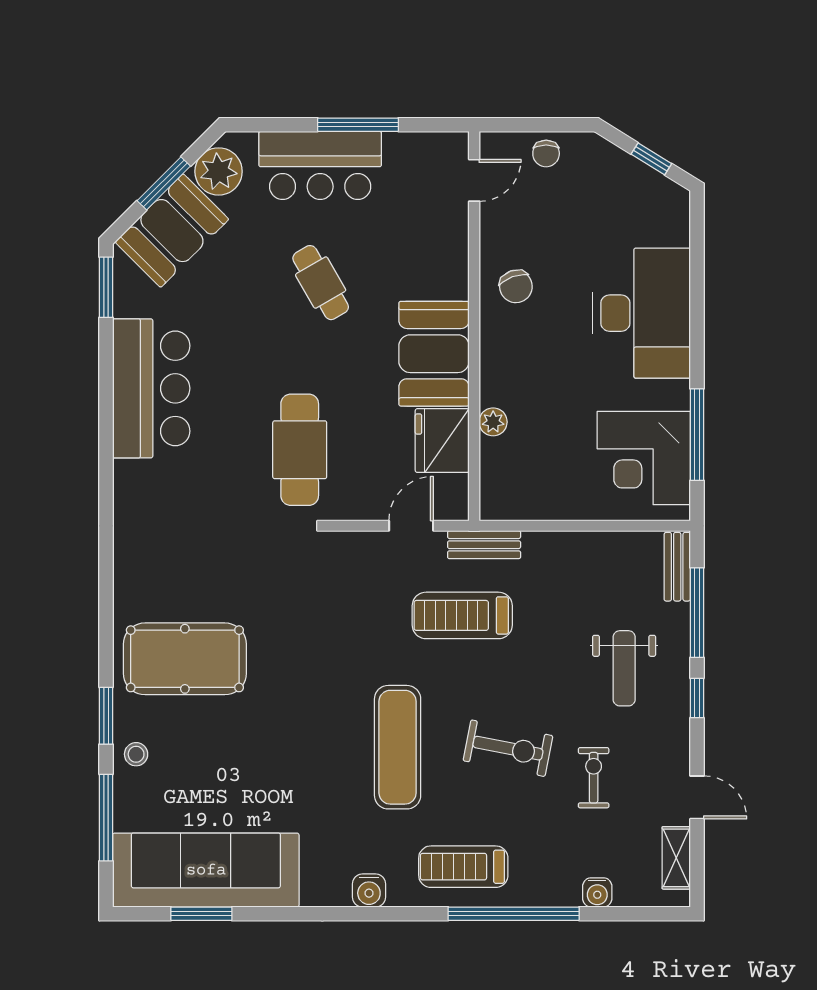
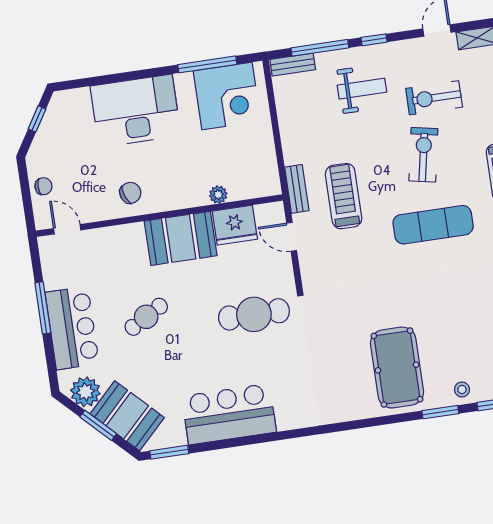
treadmill: (462, 615) -> (344, 196), turned 180
exercise bike: (594, 778) -> (434, 98), width x1.38, depth x1.39

